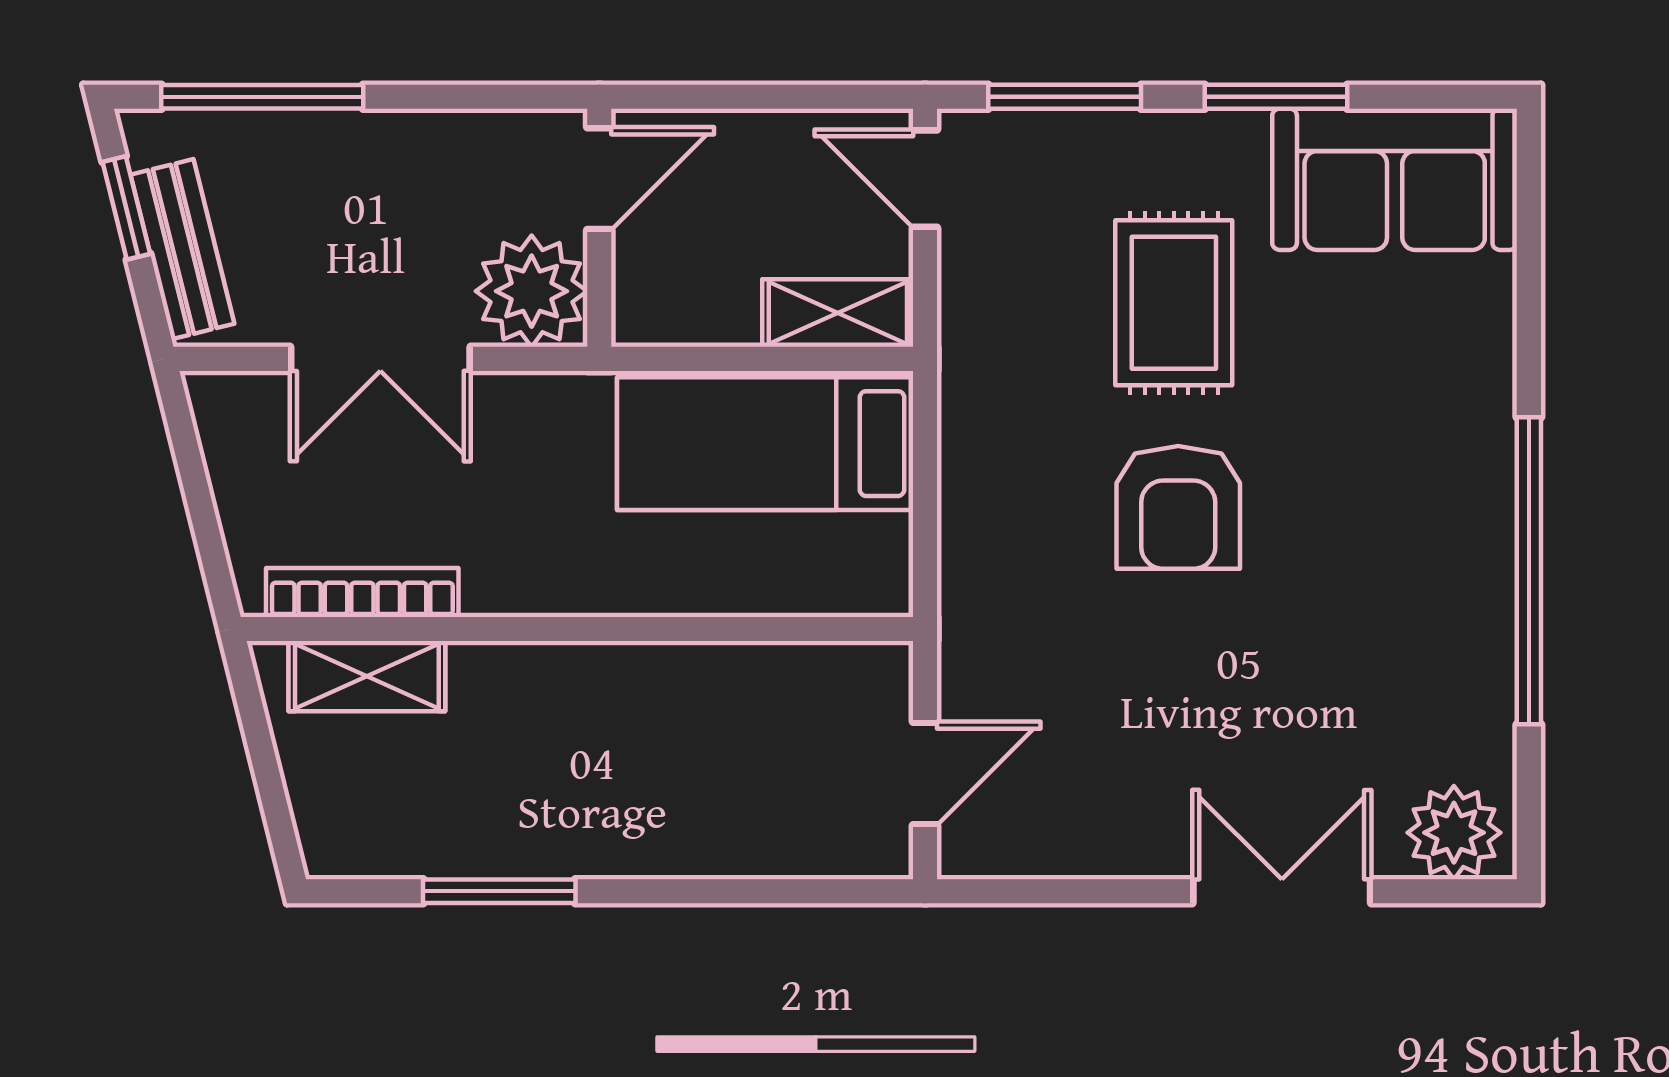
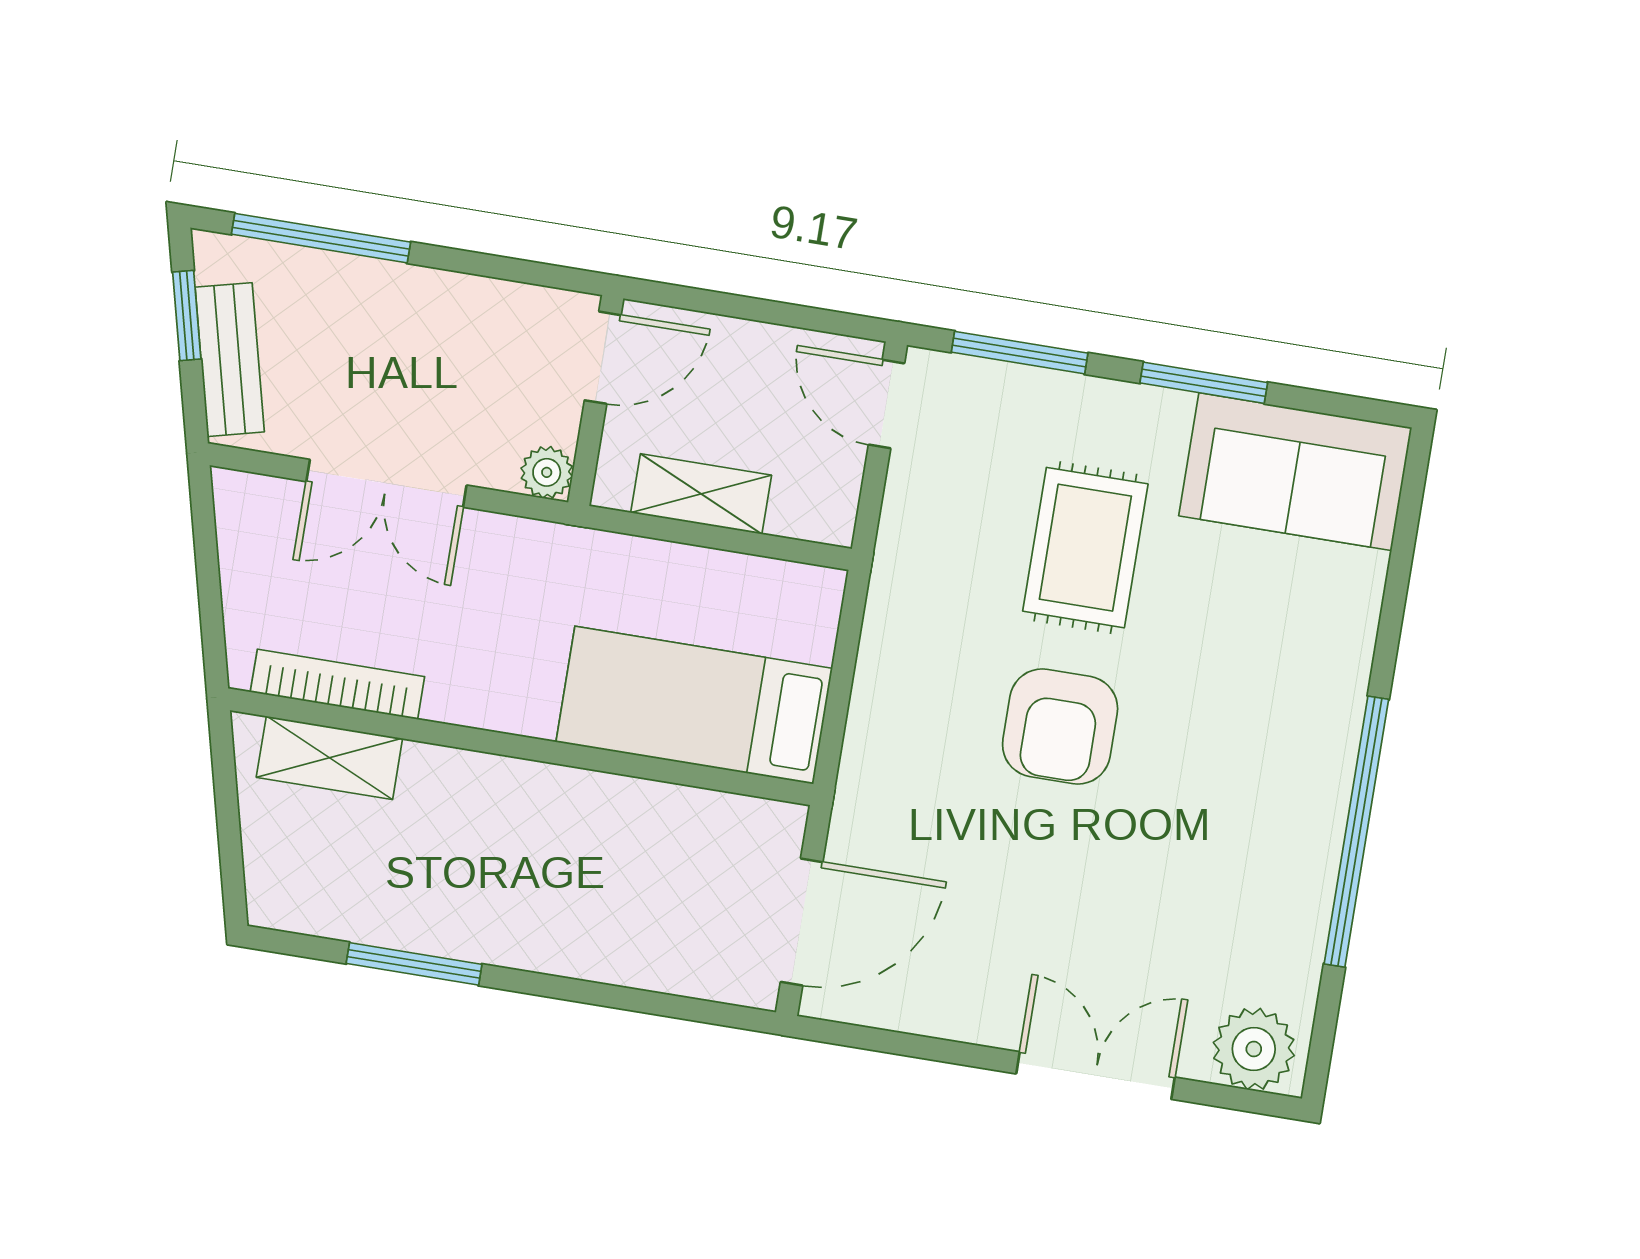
plant: (532, 291) -> (547, 472), width x0.53, depth x0.53
shelving: (838, 313) -> (701, 494), moved
bed: (765, 444) -> (694, 705), moved
door: (925, 773) -> (802, 922), width x1.38

